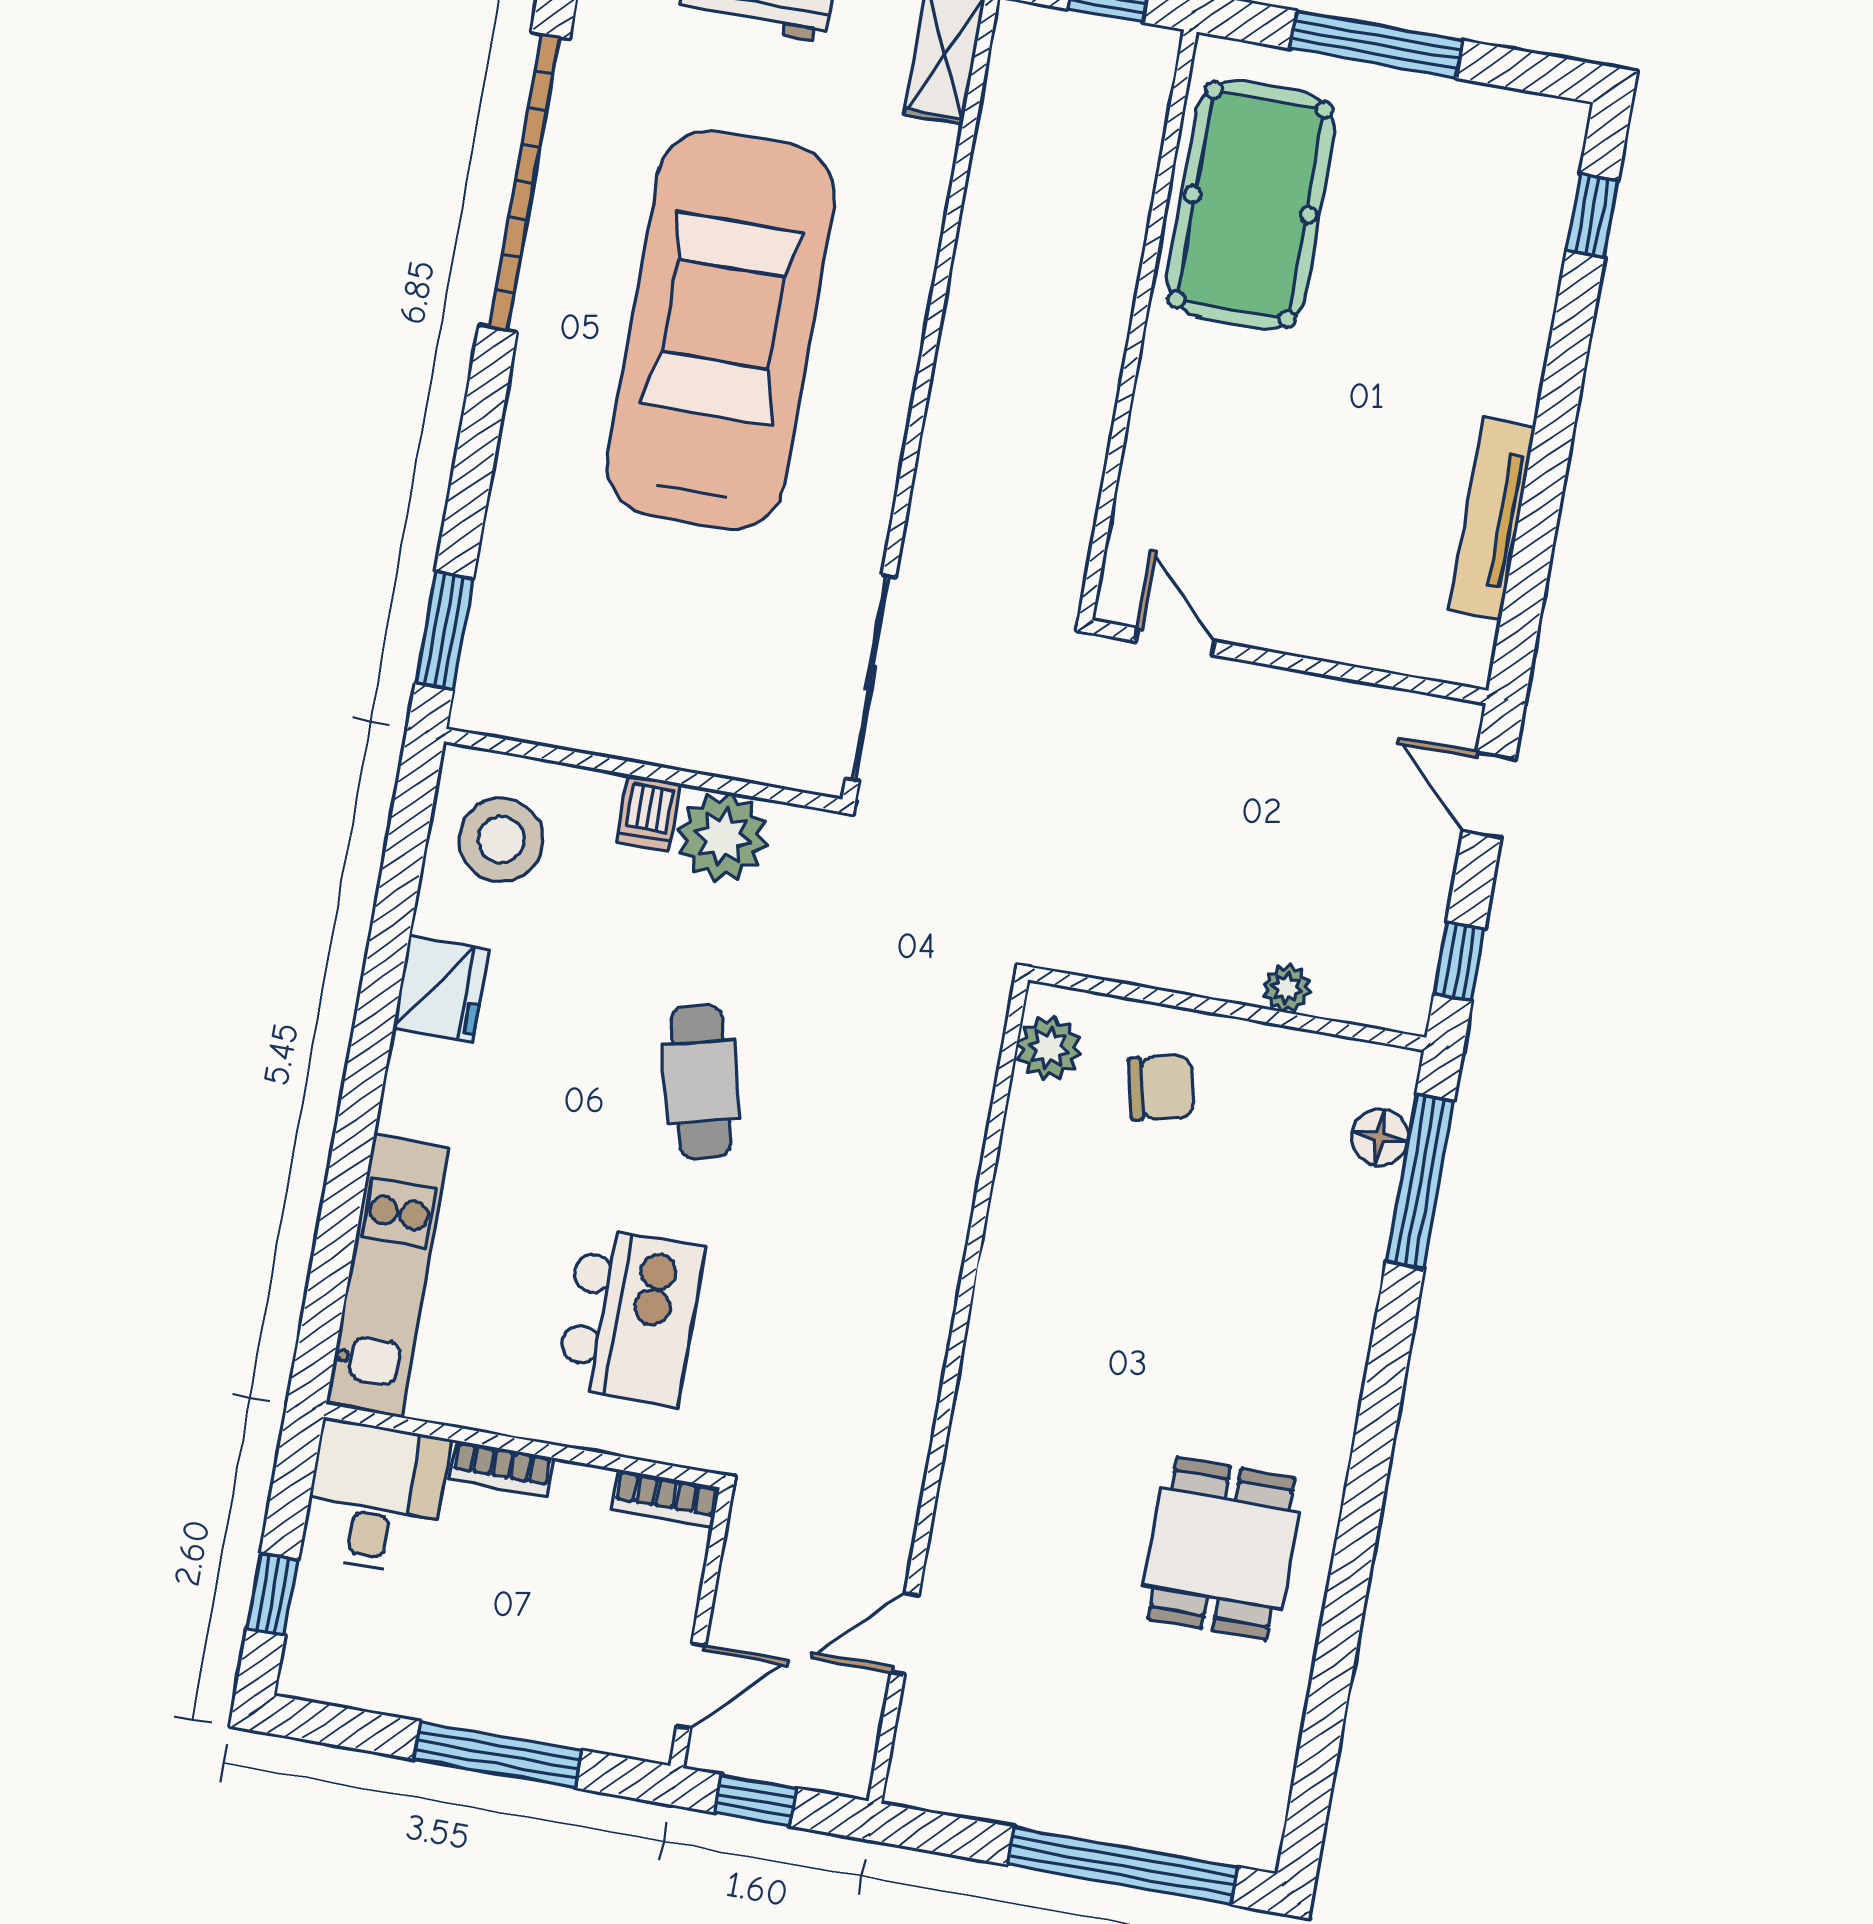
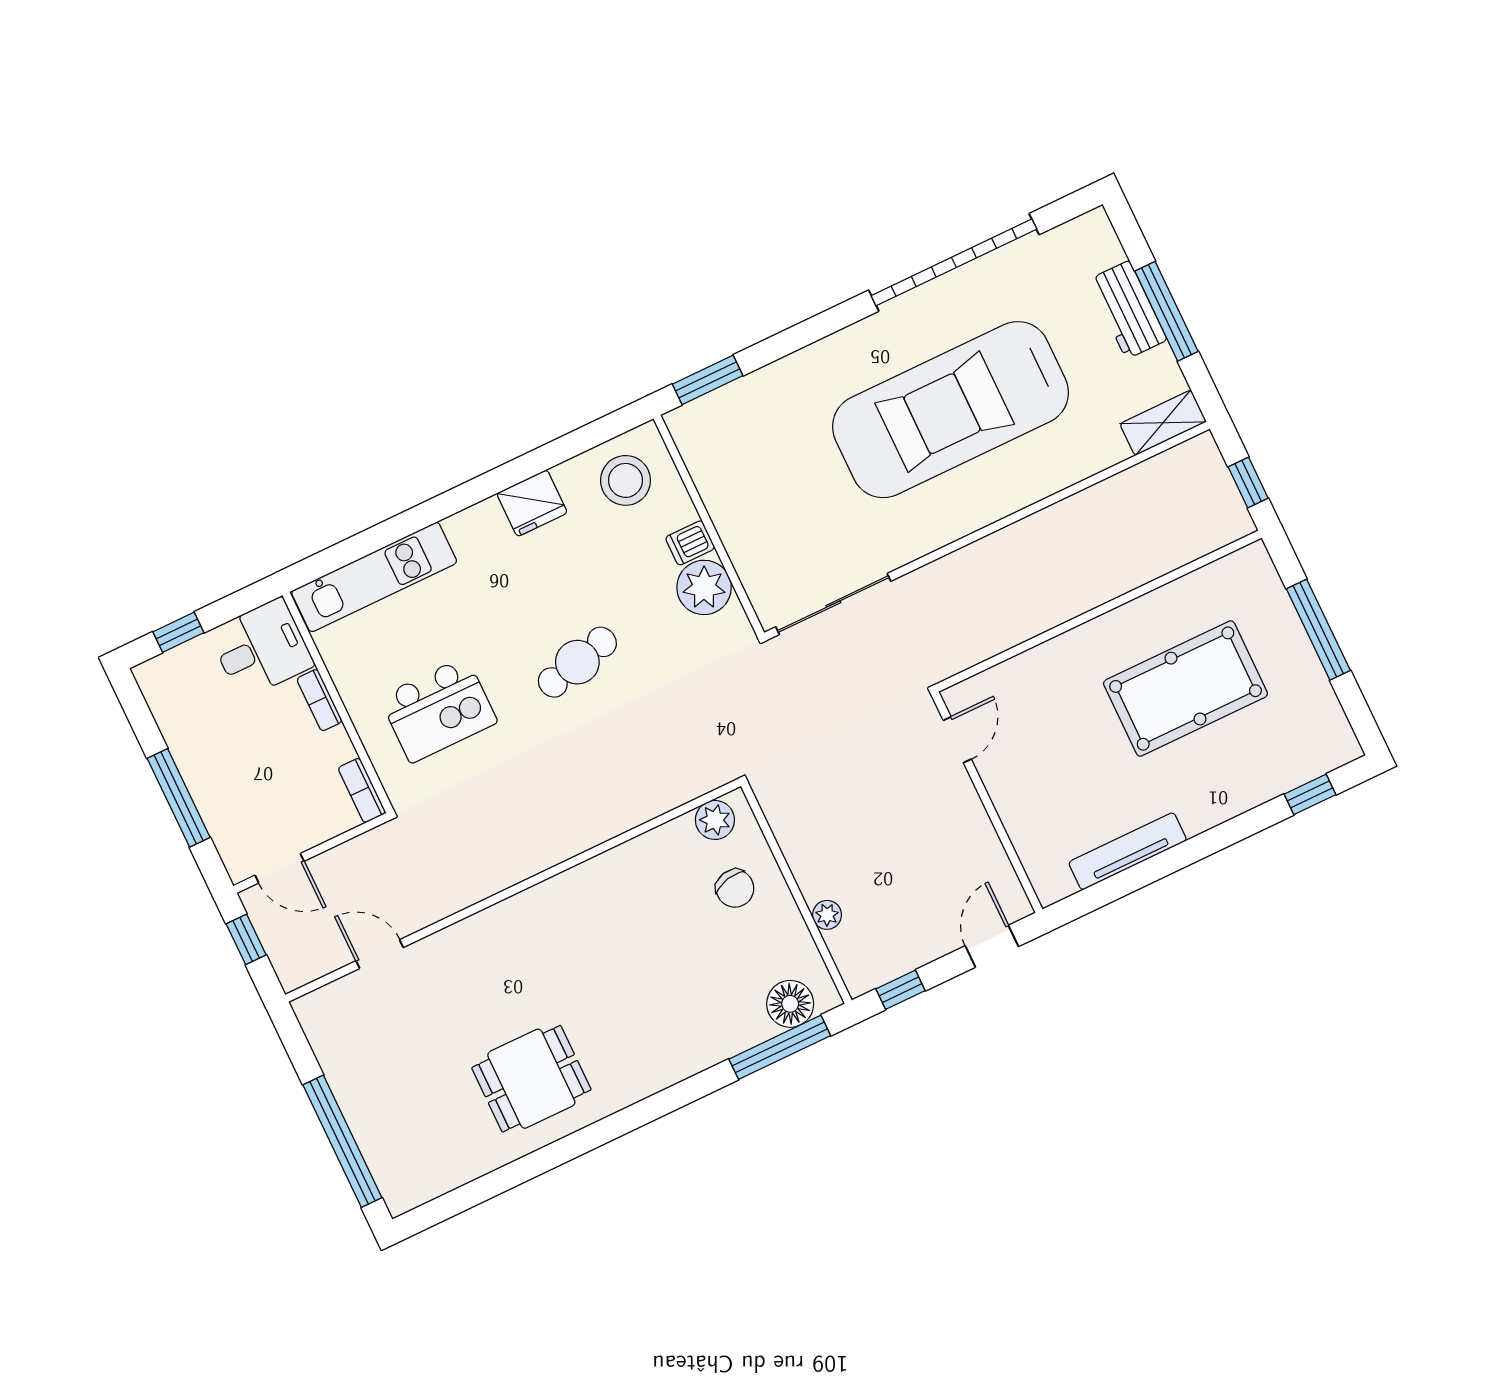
pool table: (1251, 205) -> (1186, 689), moved
car: (721, 330) -> (950, 410), turned 180
floor lamp: (1380, 1137) -> (790, 1004), width x1.38, depth x1.38

